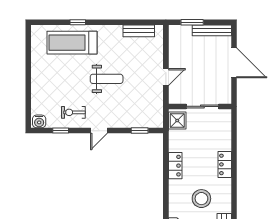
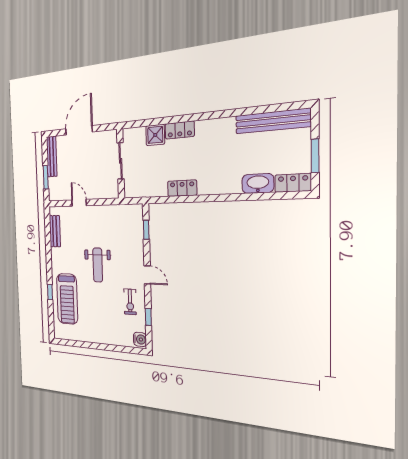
door: (166, 77) -> (79, 203), moved
weight bench: (107, 79) -> (98, 265), turned 180
shower: (177, 121) -> (155, 135), moved
stool: (201, 199) -> (219, 155), removed

